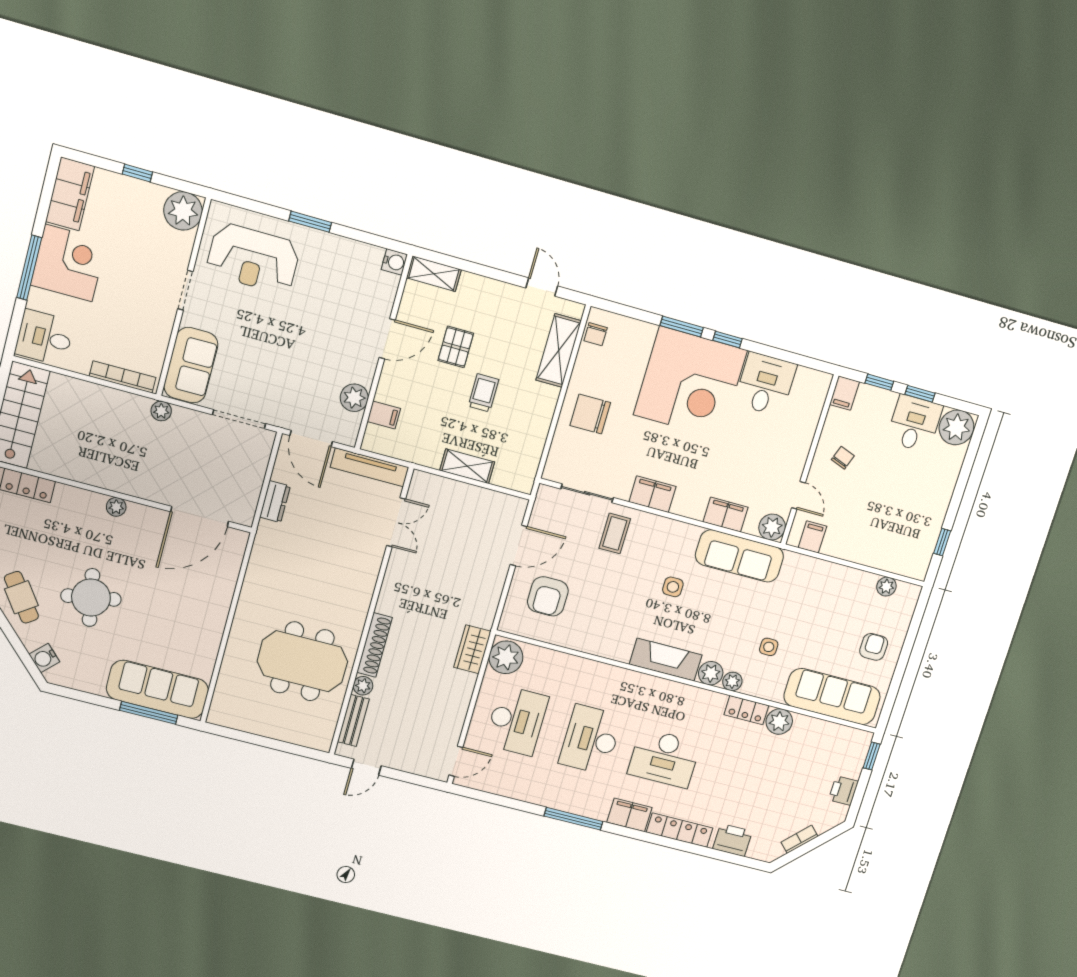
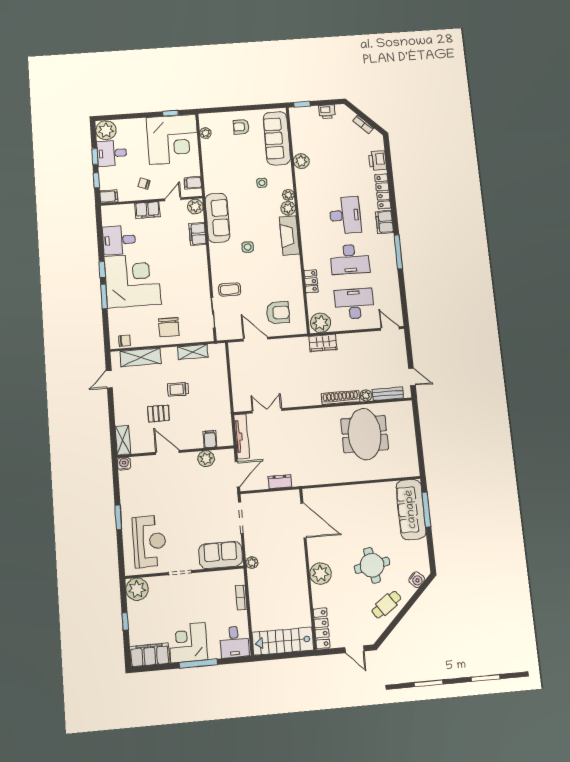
bookcase: (123, 377) -> (241, 598), width x0.64
shelving: (467, 466) -> (193, 352), moved, turned 90
filing cabinet: (652, 494) -> (147, 210), moved, turned -90
plant: (116, 507) -> (320, 574), width x1.88, depth x1.88
corner desk: (898, 530) -> (173, 139), added
locker: (746, 710) -> (311, 281), moved

